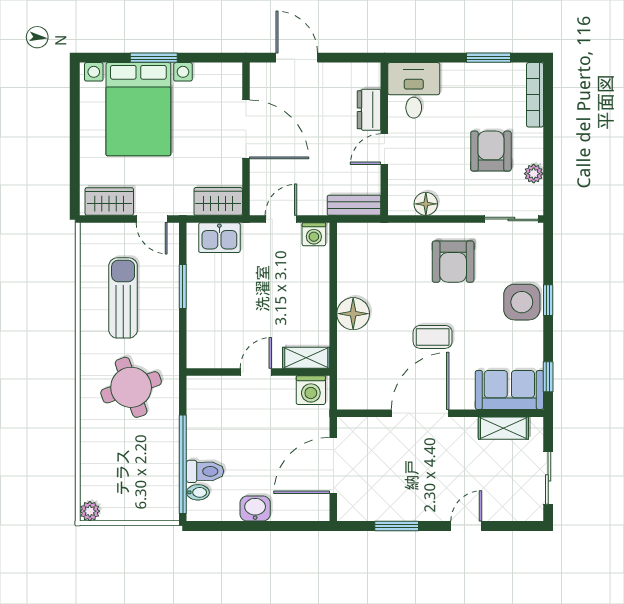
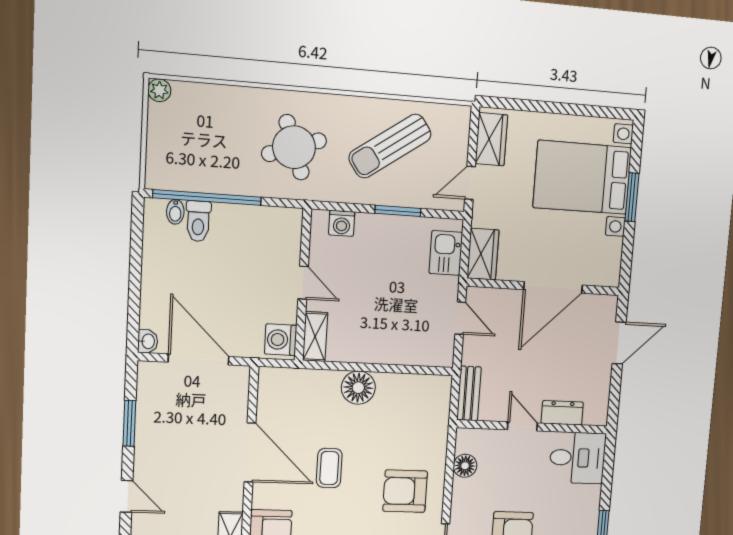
washing machine: (314, 234) -> (342, 223), moved, turned -90
sun lounger: (123, 298) -> (390, 146), turned 145
washbasin: (255, 509) -> (148, 341), moved, width x0.72, depth x0.69

